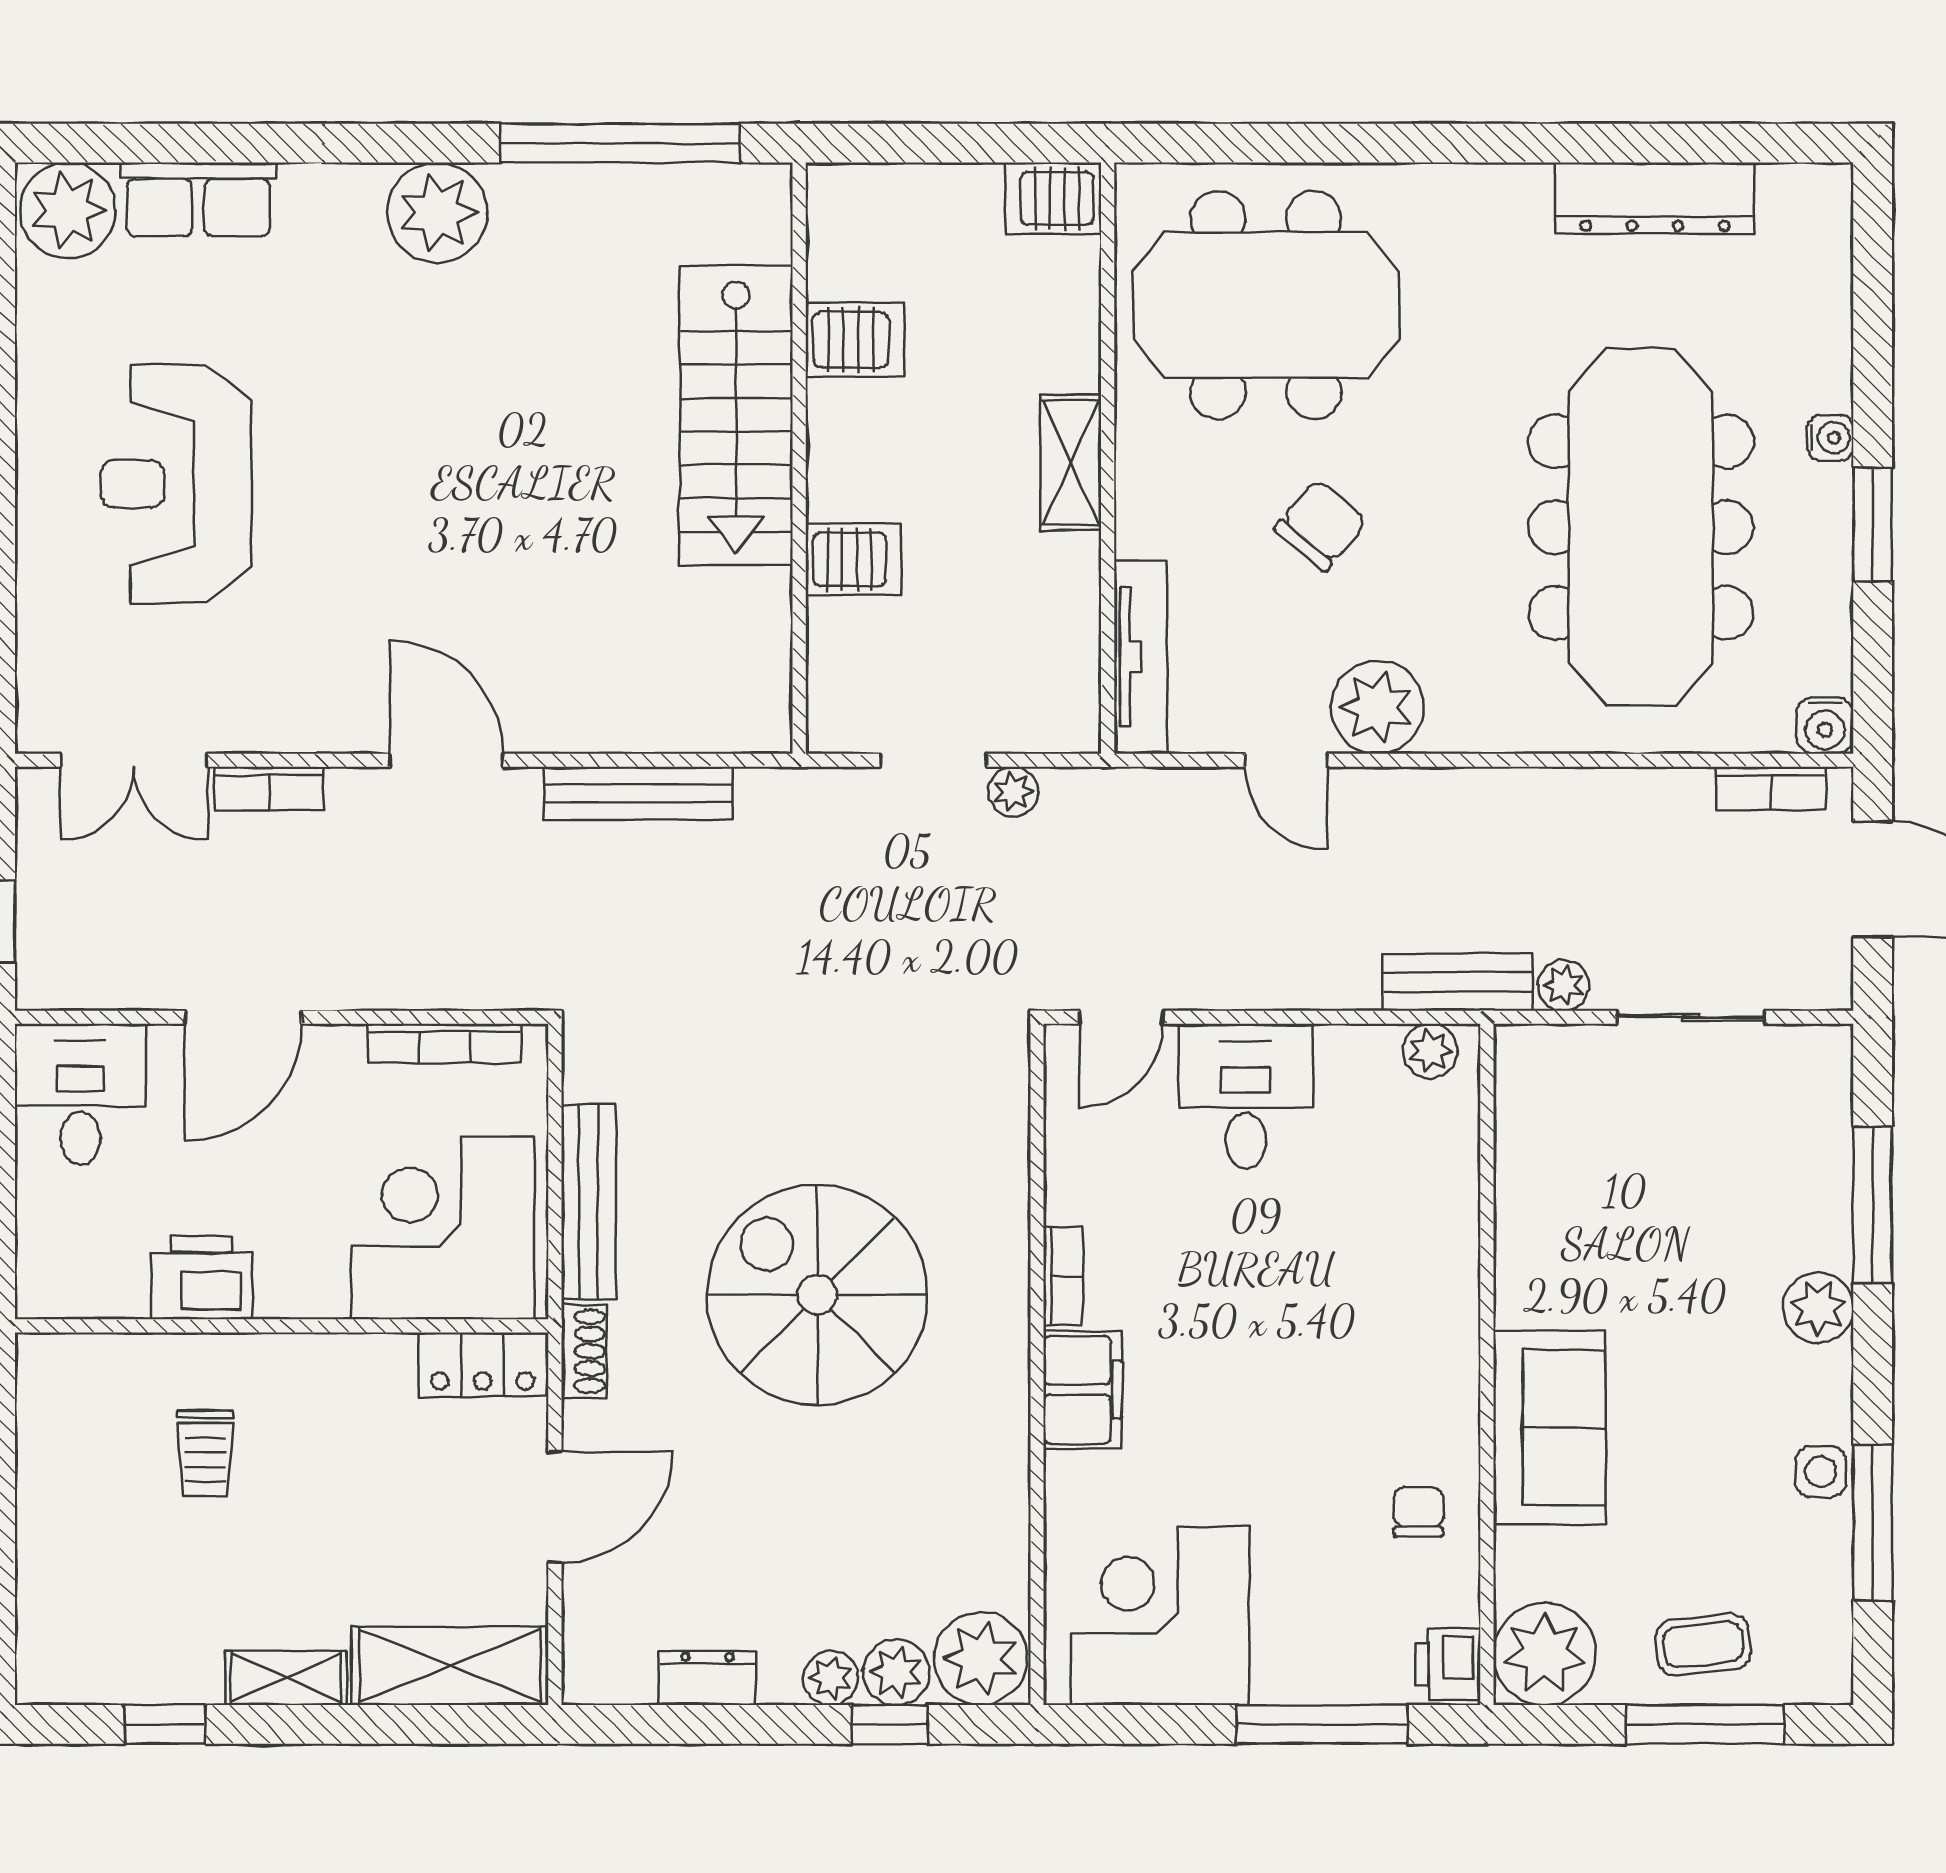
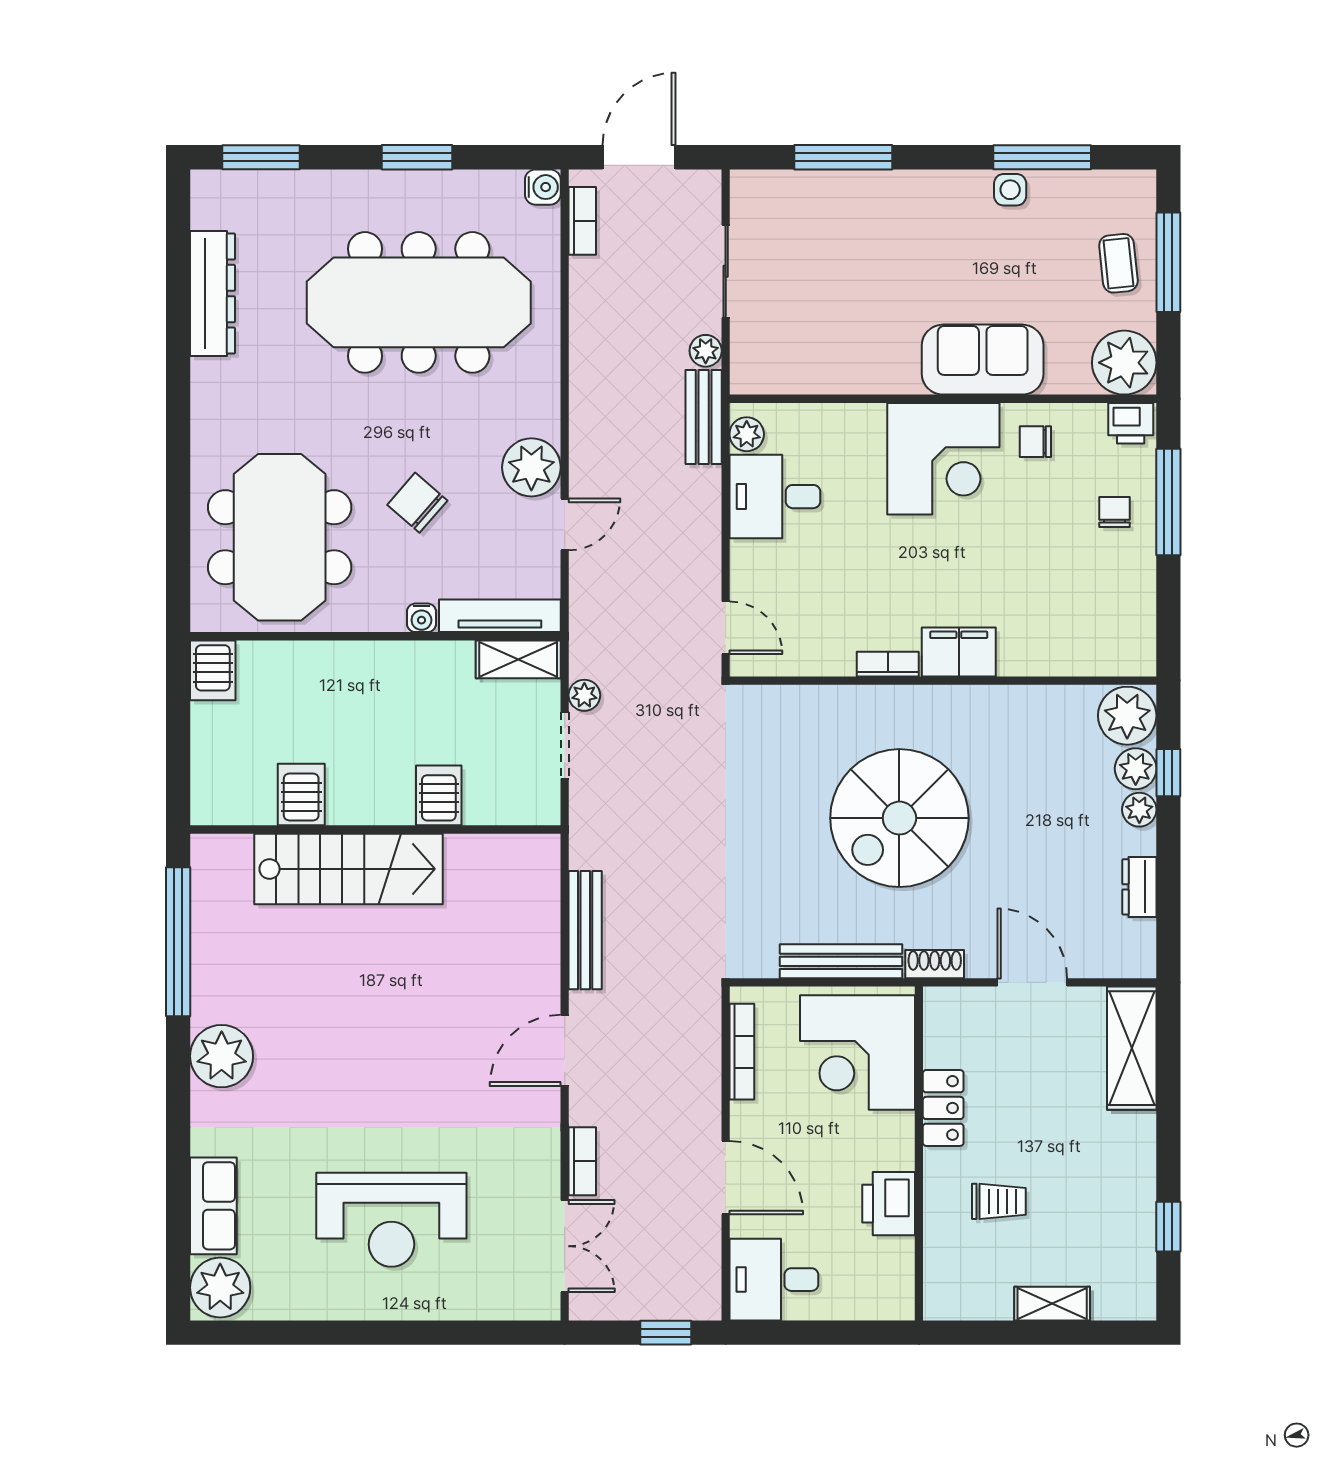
window: (1873, 275) -> (261, 157), added
water cooler: (1830, 438) -> (421, 618), moved, turned 180
shelving: (1071, 462) -> (518, 659), moved
desk: (1246, 1096) -> (775, 497), moved
plant: (1818, 1308) -> (908, 191), removed
locker: (483, 1365) -> (943, 1108), moved
corner desk: (1160, 1616) -> (943, 459), moved, turned -90
chair: (1306, 1638) -> (1114, 512), added
shelving: (286, 1678) -> (1052, 1304), moved, turned 90

